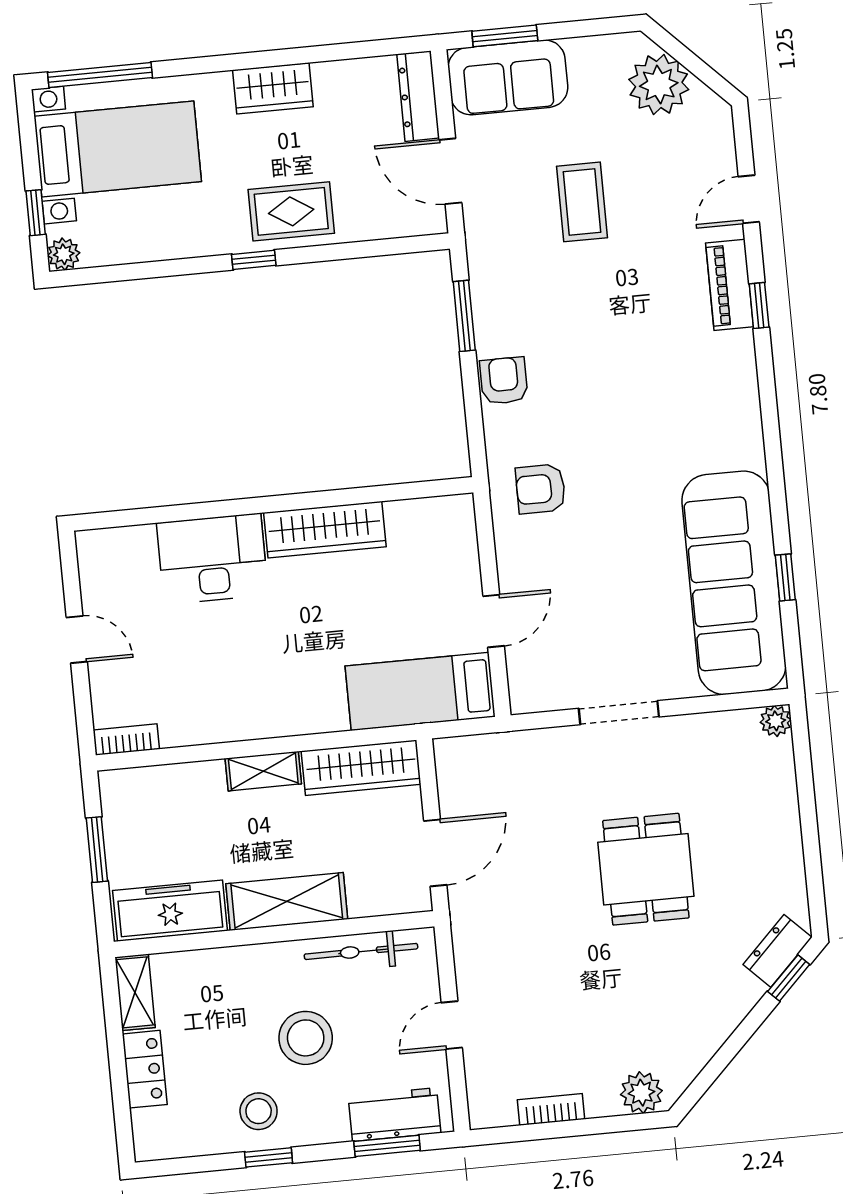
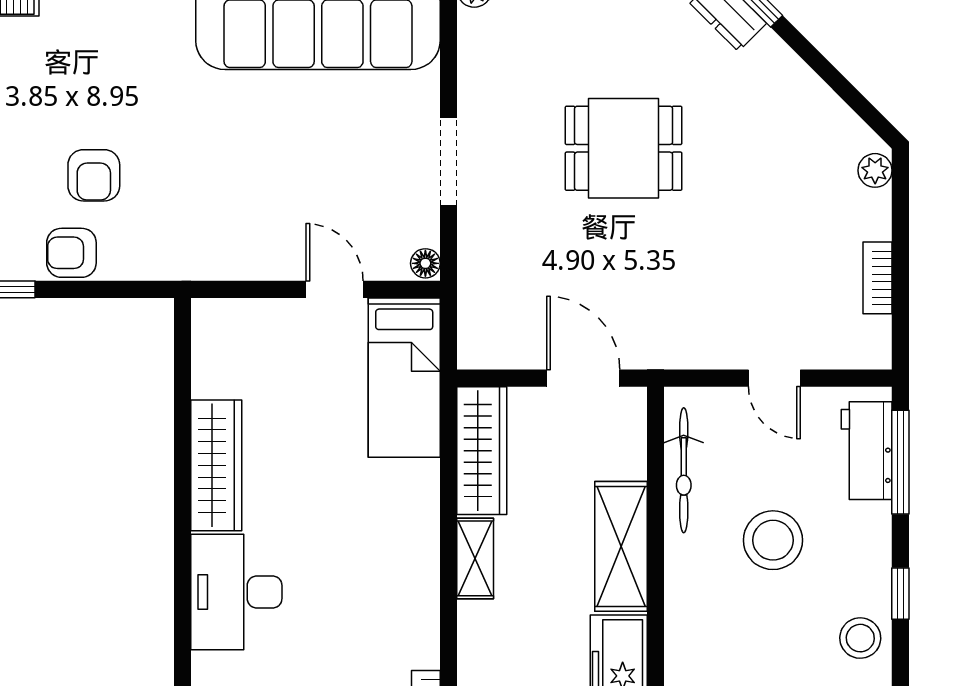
armchair: (541, 489) -> (94, 175), moved
floor lamp: (525, 701) -> (425, 263), added
plant: (641, 1093) -> (875, 170), width x0.73, depth x0.73
stool: (259, 1111) -> (860, 638), moved
window: (387, 1146) -> (900, 462), width x1.44

